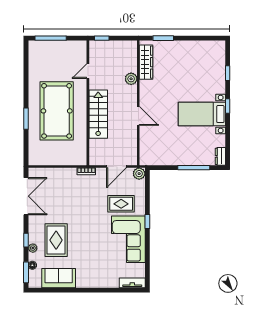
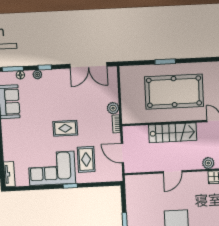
plant: (139, 174) -> (113, 108), moved
rug: (56, 240) -> (65, 128), moved, width x0.73, depth x0.70

